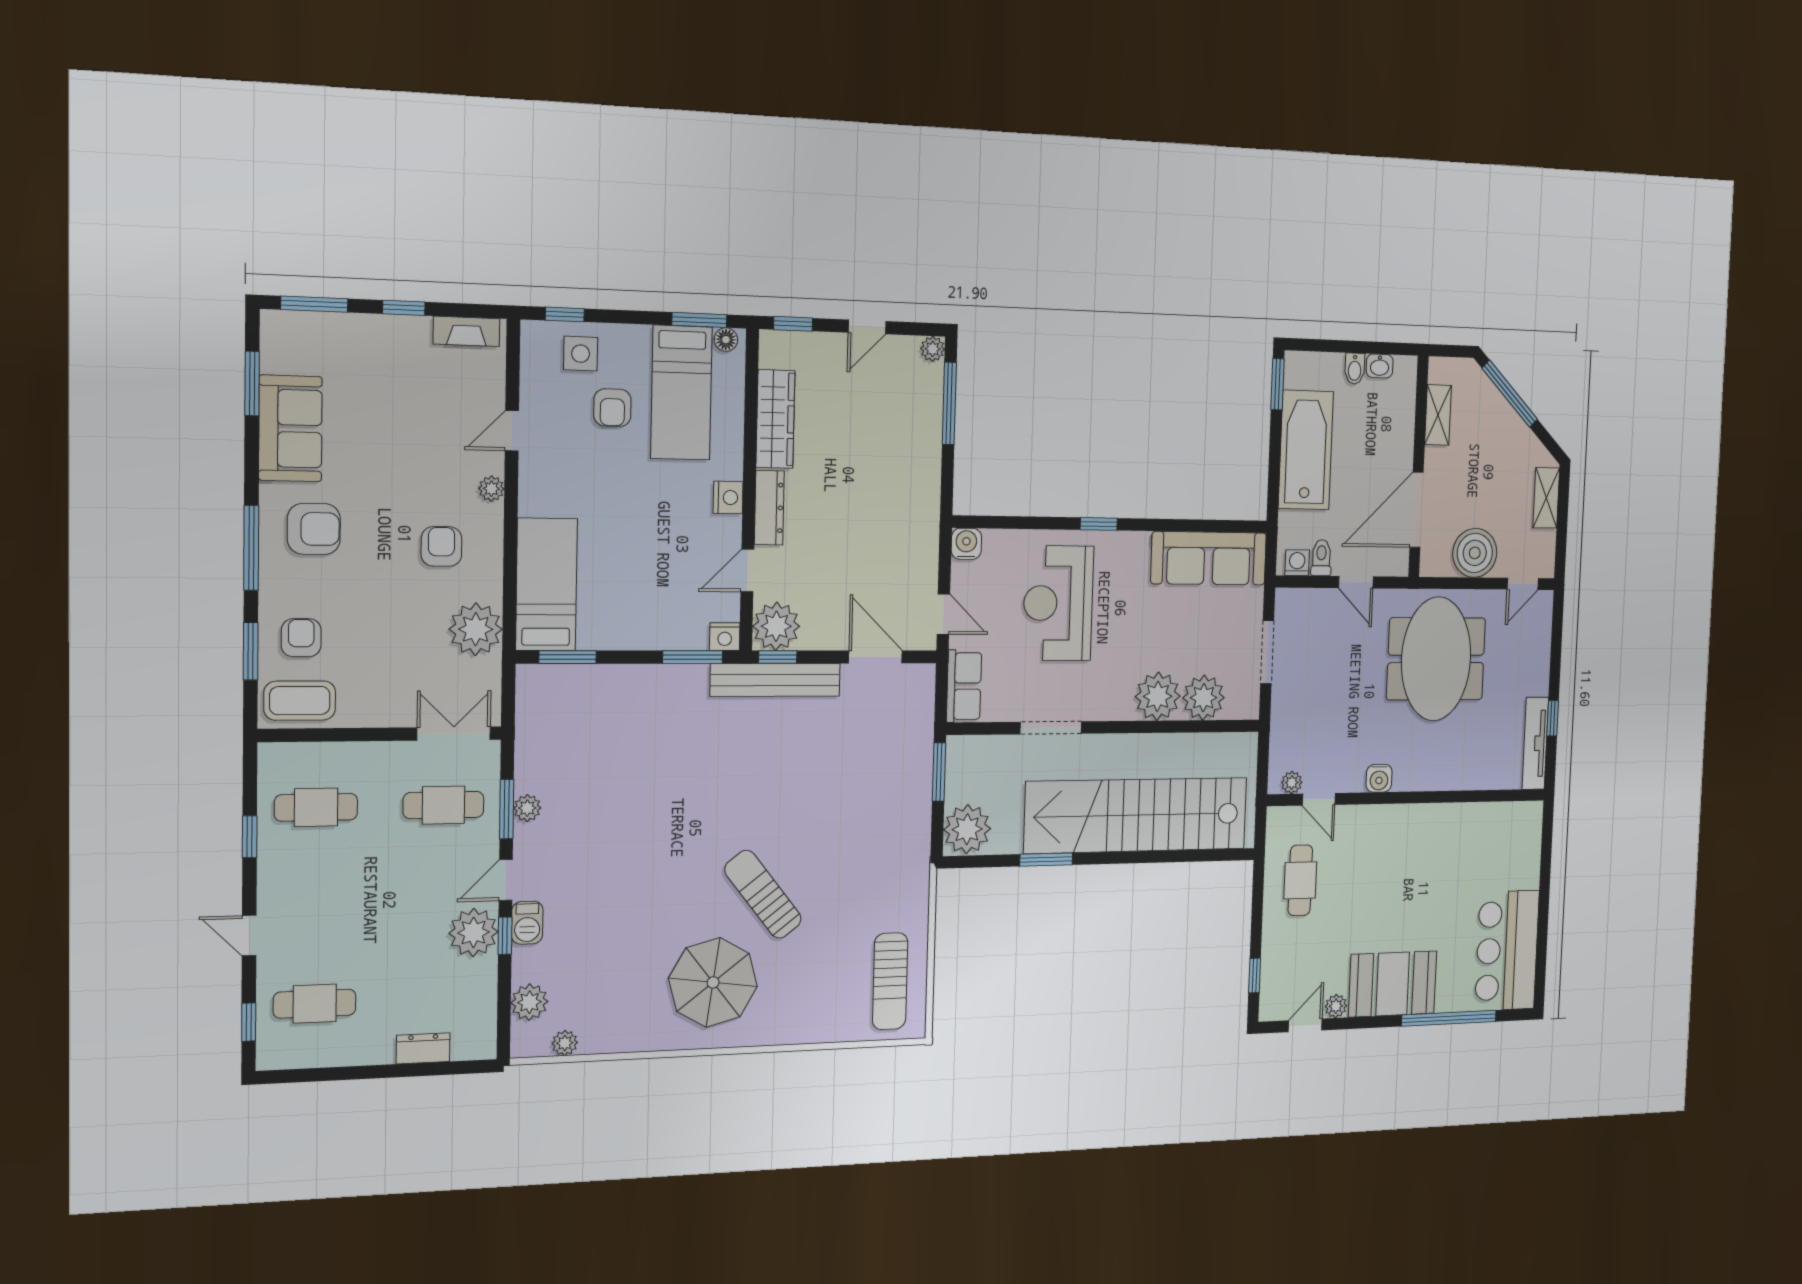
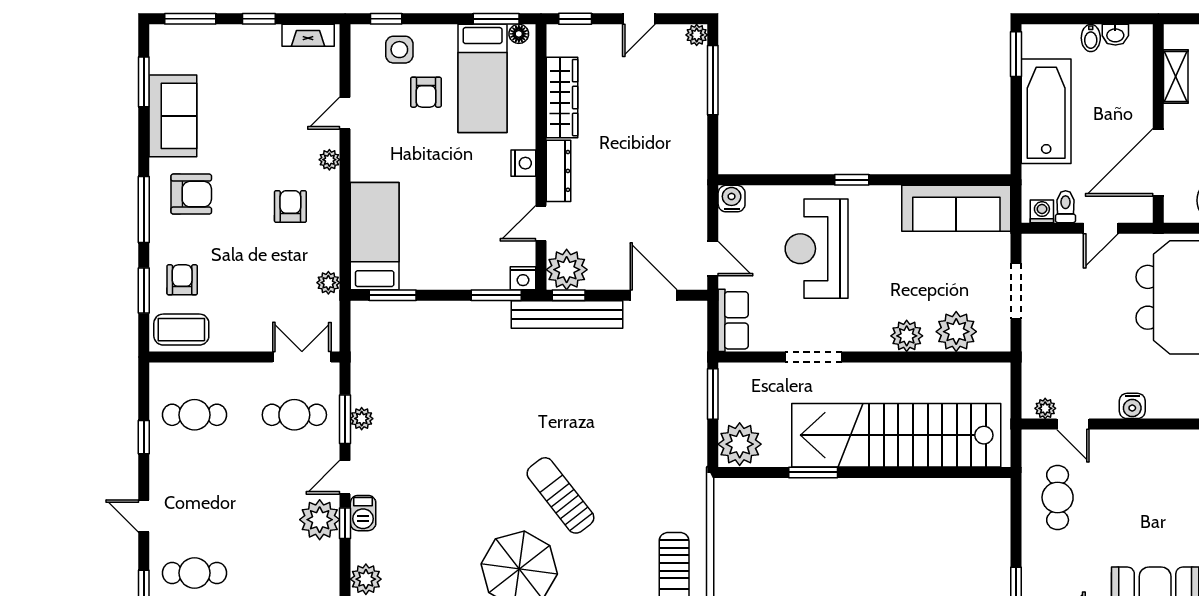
door: (1356, 582) -> (1101, 228), hinge flipped
plant: (476, 629) -> (328, 283), width x0.53, depth x0.53
plant: (1158, 696) -> (907, 336), width x0.73, depth x0.73

